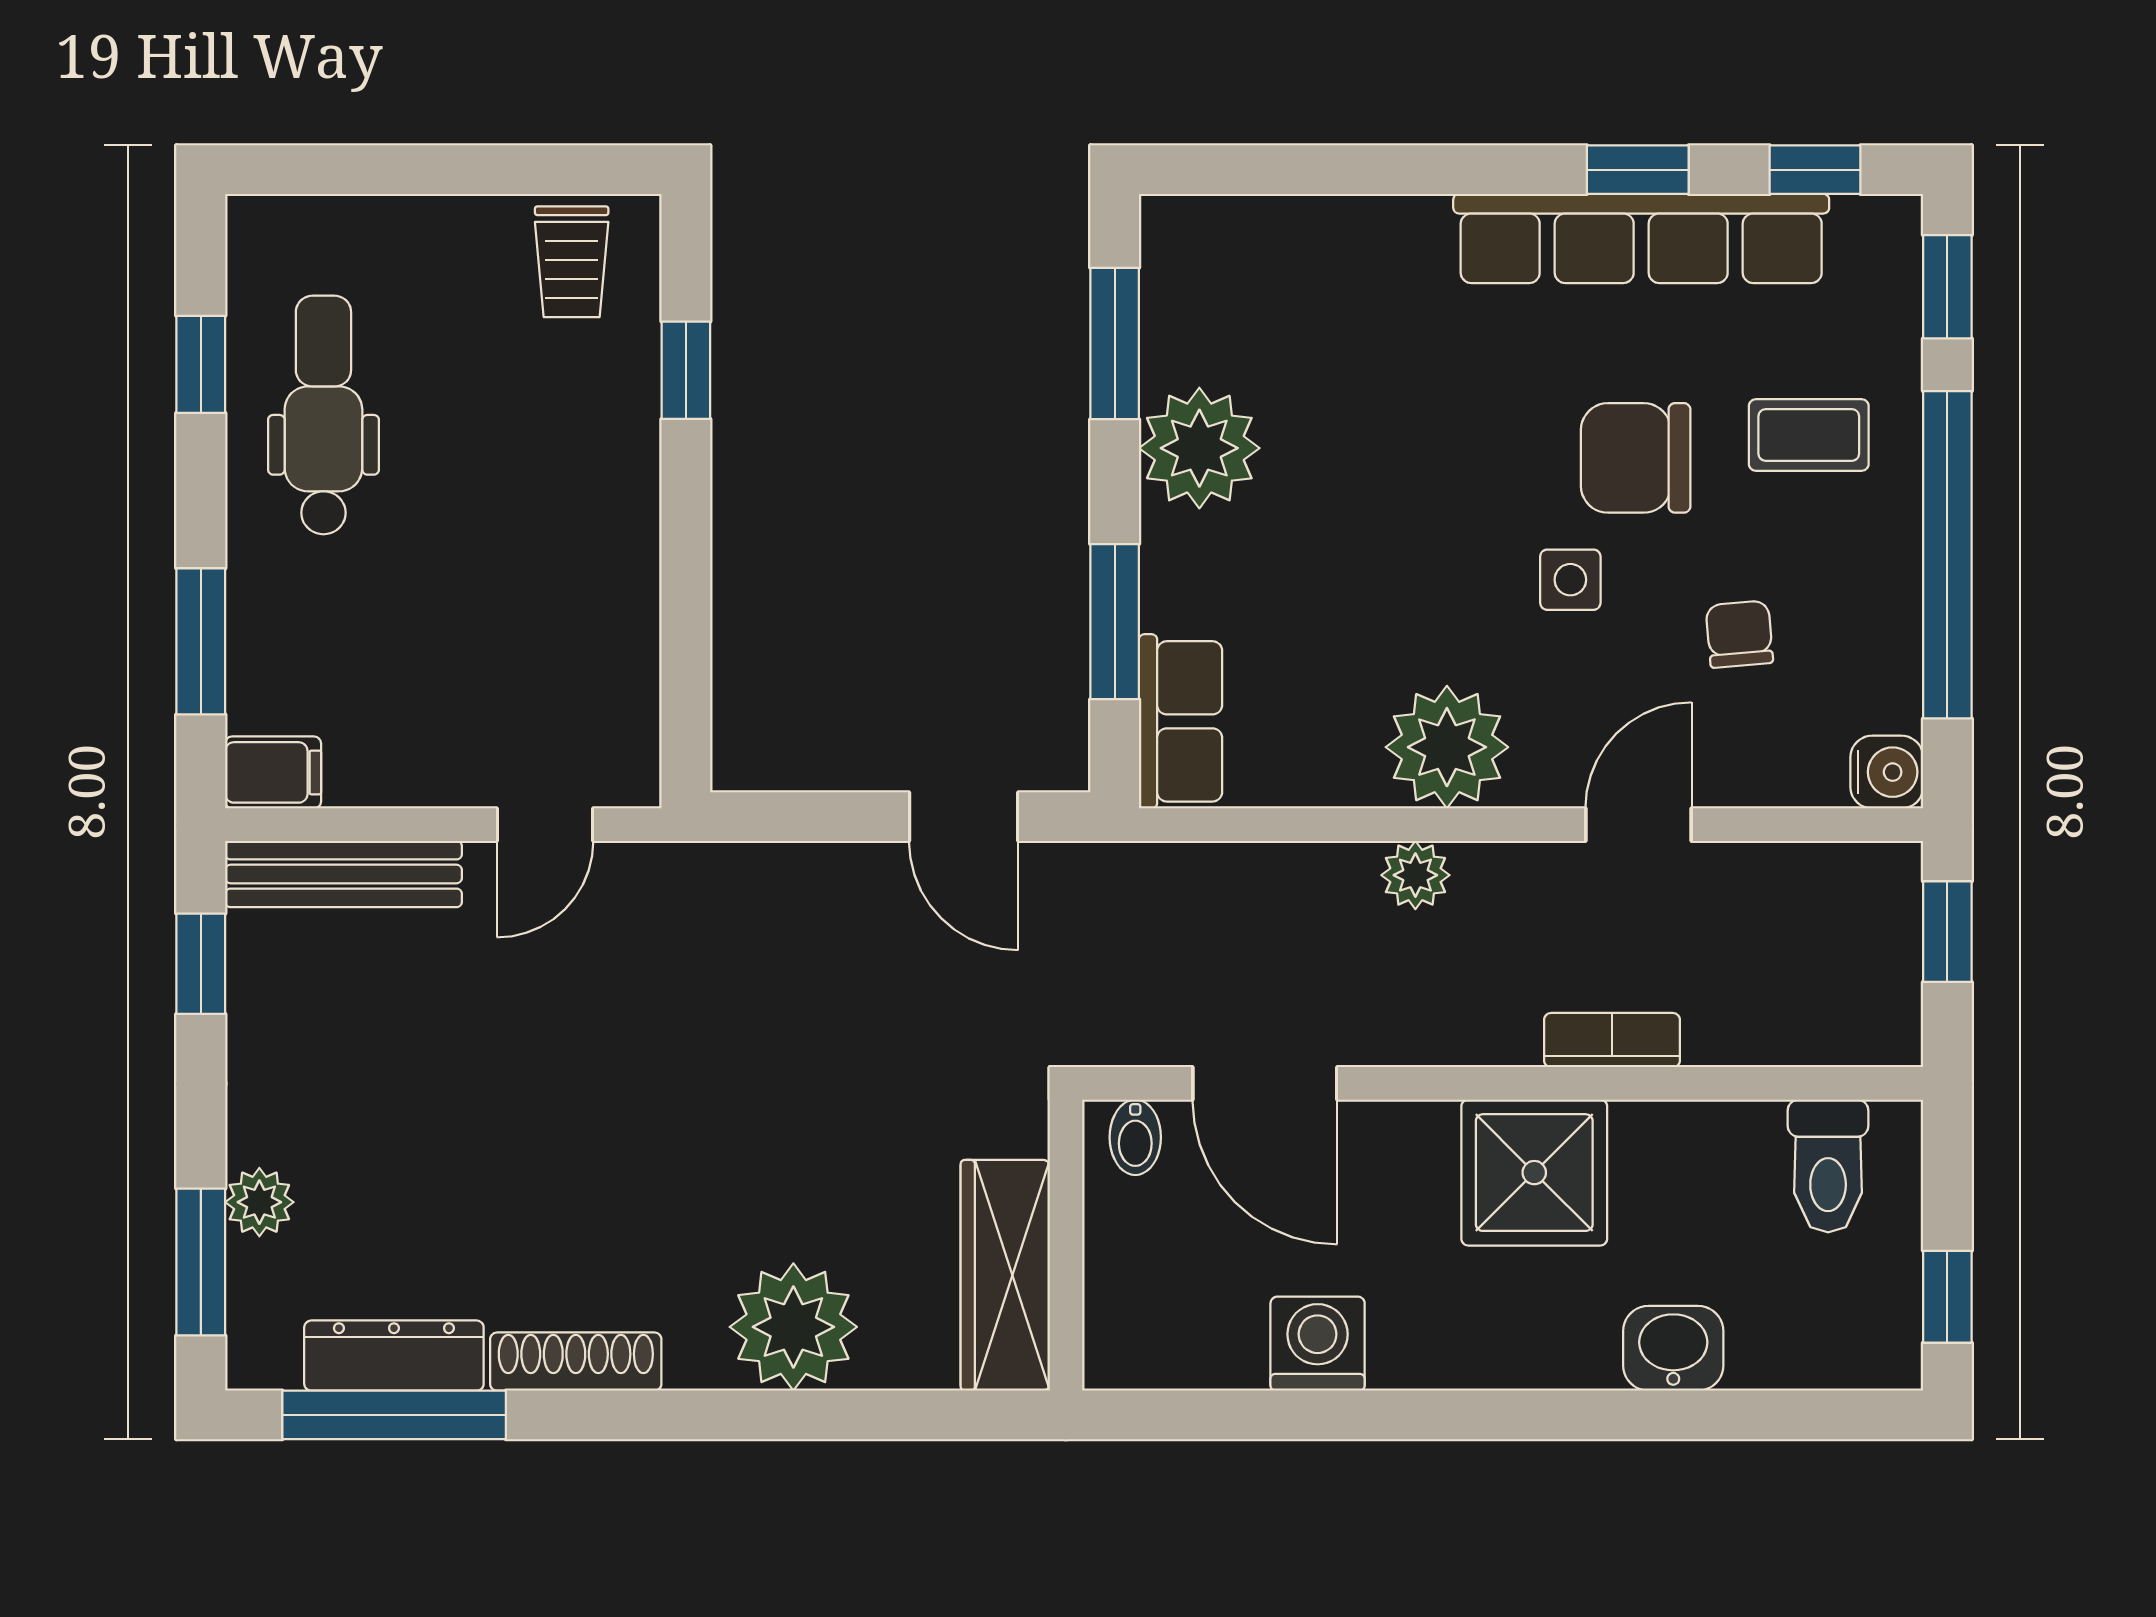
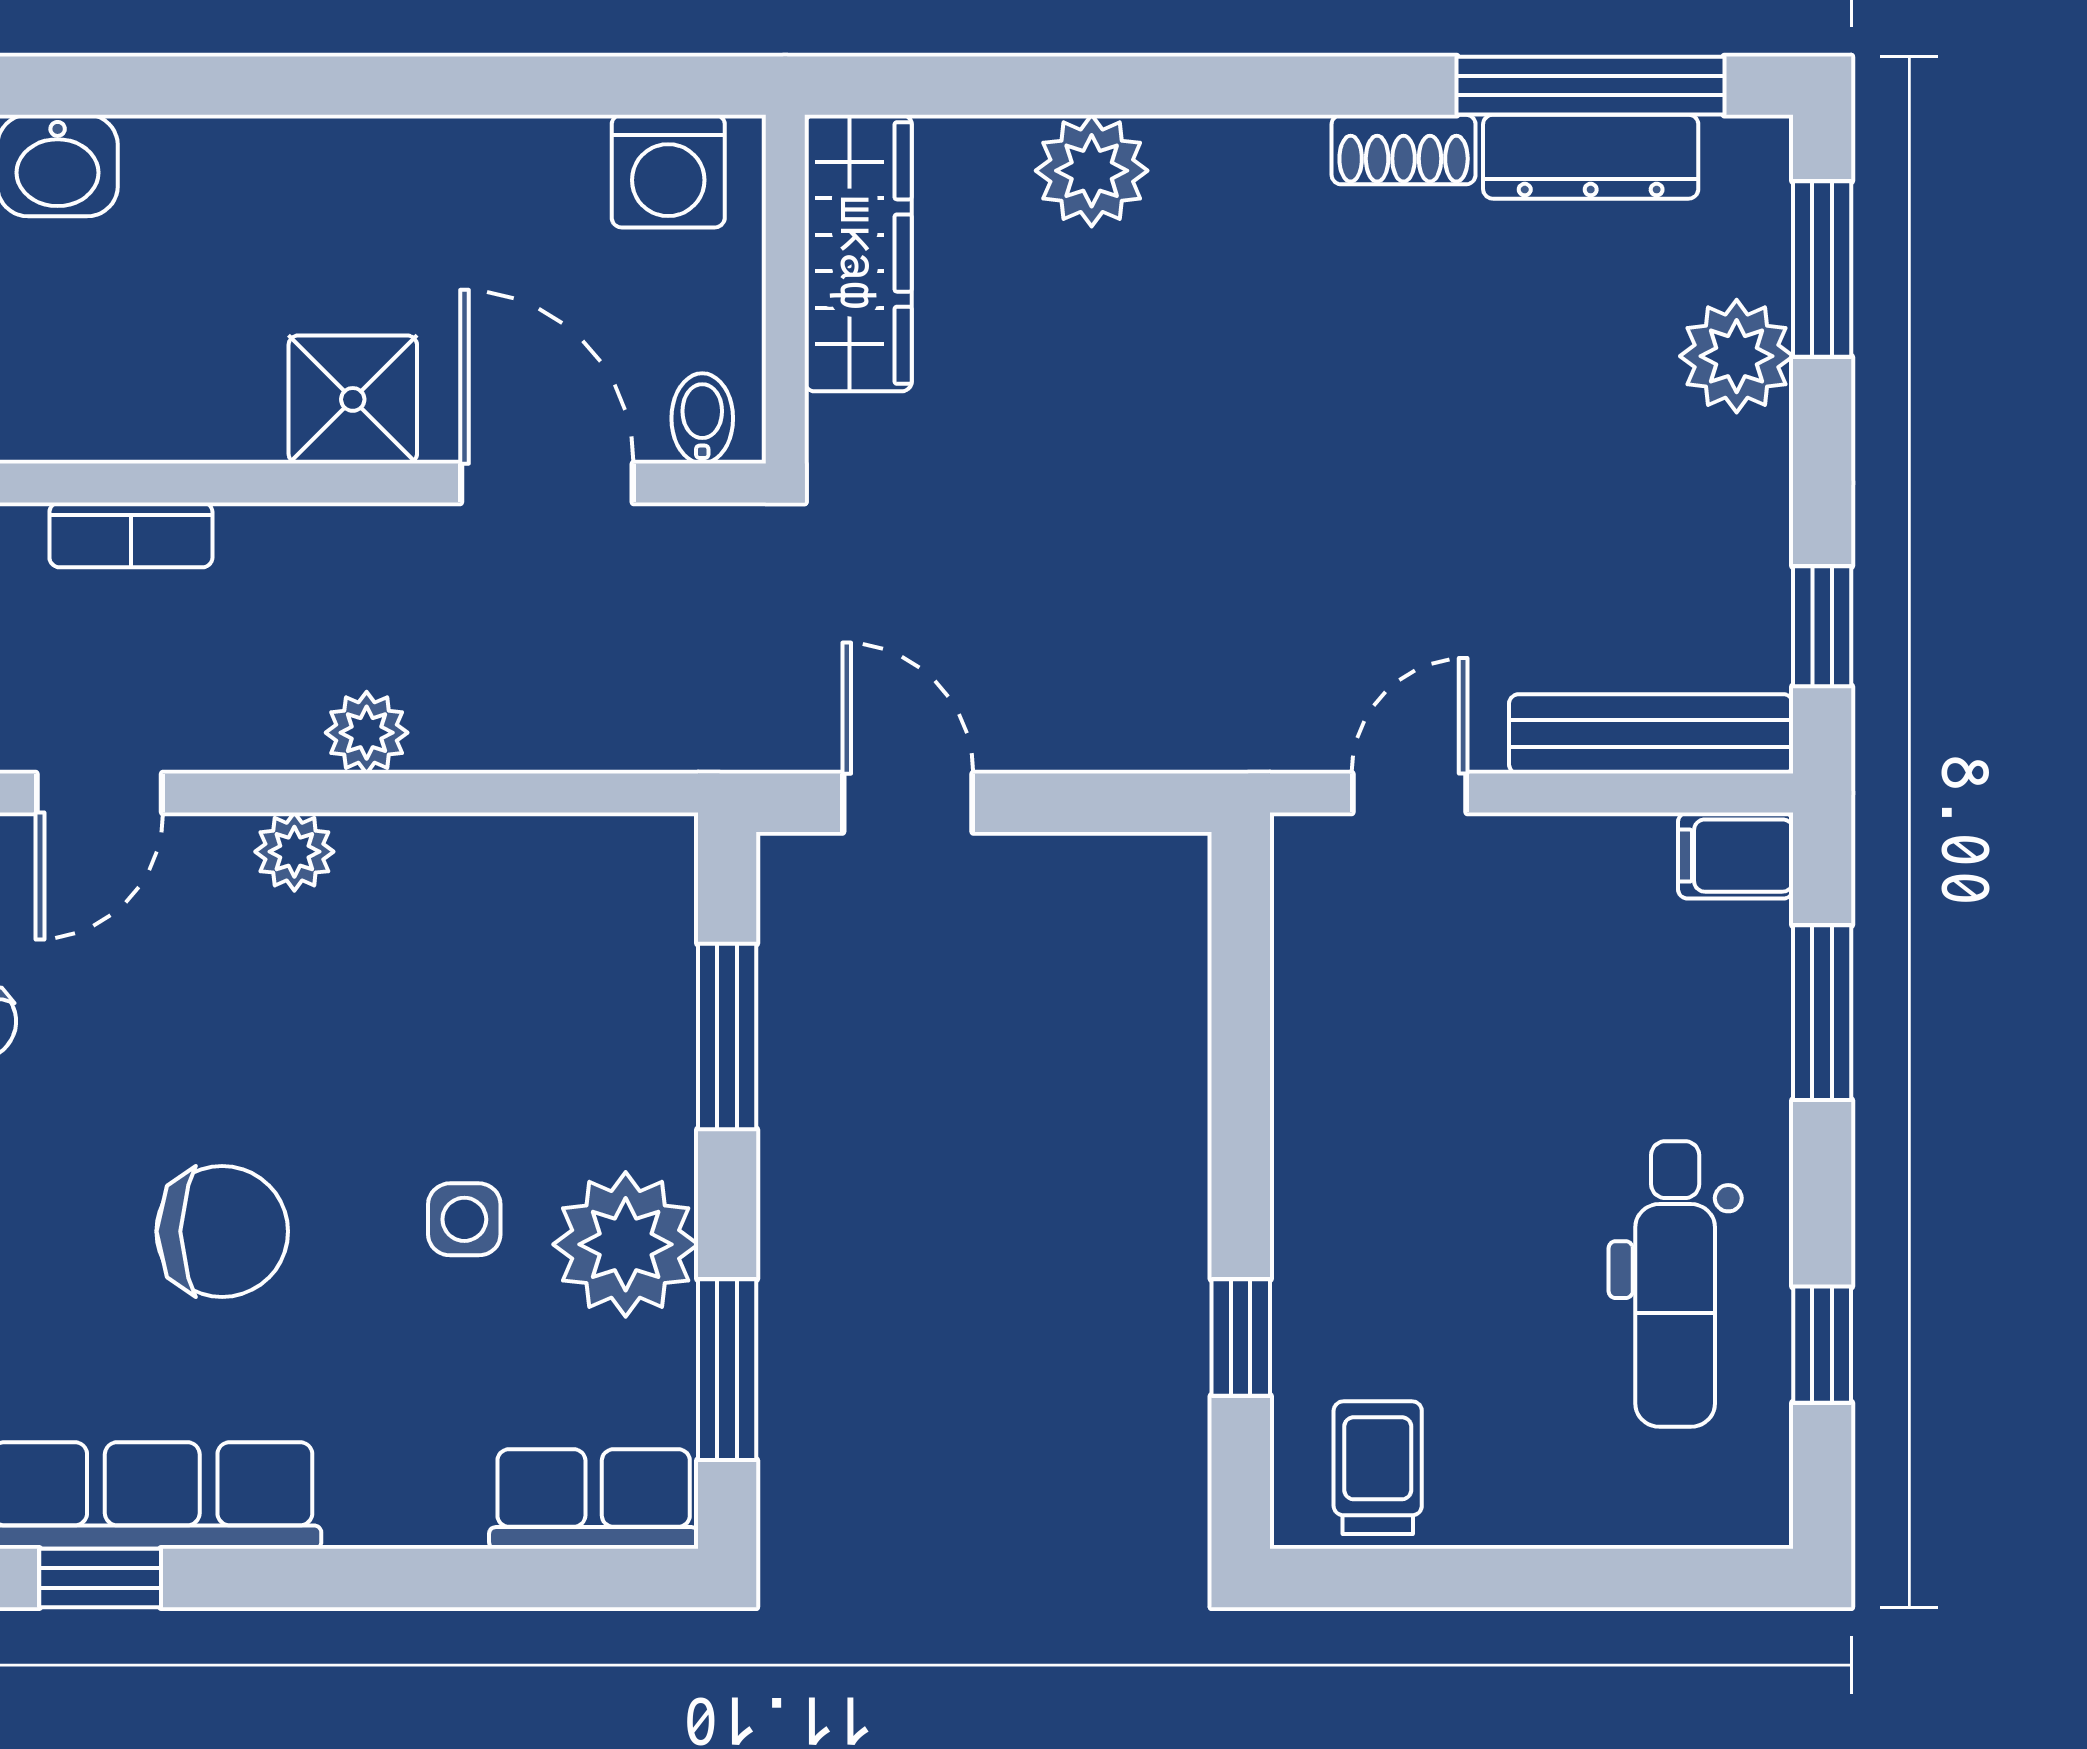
chair: (1636, 458) -> (222, 1231), moved
side table: (1570, 580) -> (464, 1219), moved
row of seats: (1180, 721) -> (594, 1499), moved, turned 90
plant: (1447, 747) -> (294, 852), width x0.53, depth x0.53
shower: (1534, 1173) -> (353, 399), moved, width x0.73, depth x0.73
plant: (259, 1202) -> (1737, 356), width x1.38, depth x1.38
plant: (793, 1327) -> (1092, 171), width x0.73, depth x0.73
washing machine: (1318, 1344) -> (668, 171), moved
shoe rack: (576, 1362) -> (1404, 150), width x0.70

